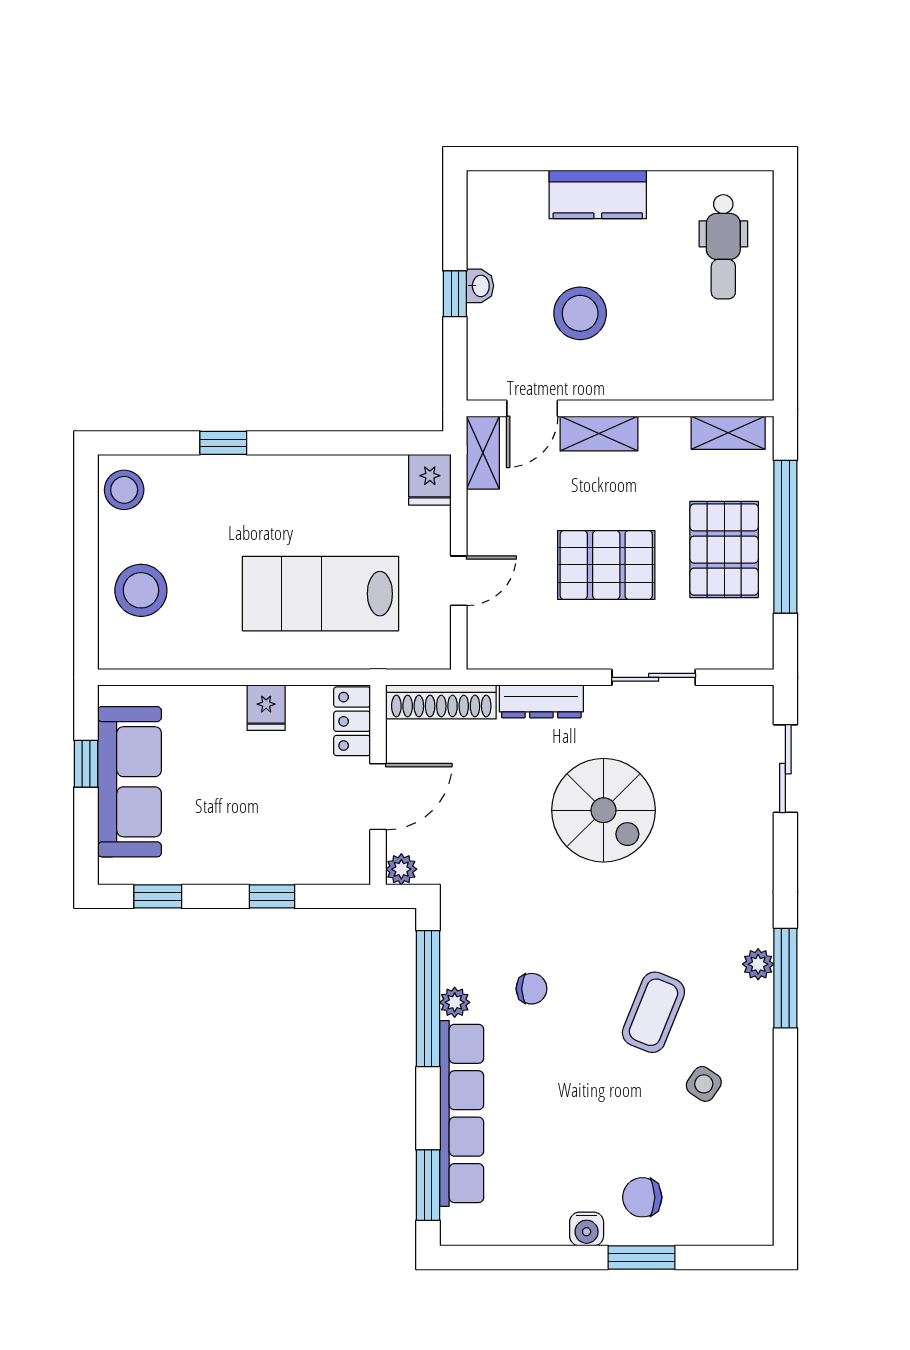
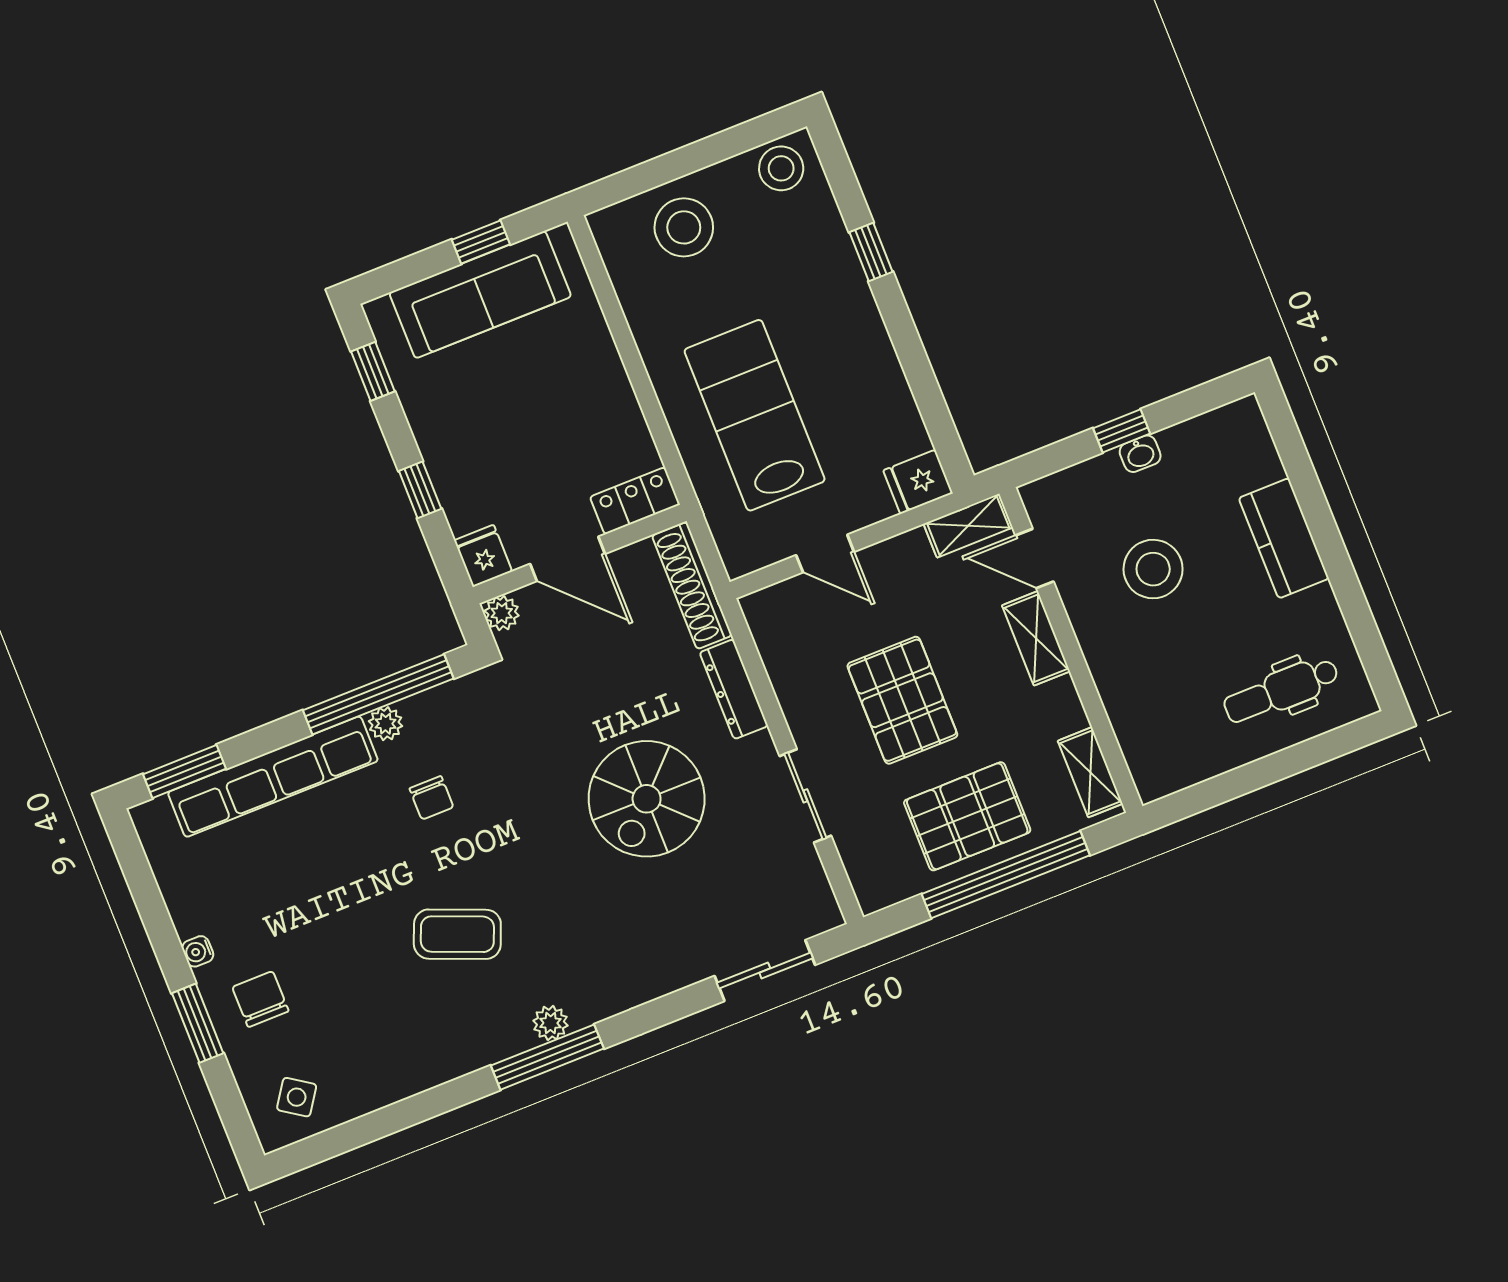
fridge: (266, 708) -> (483, 556), moved, turned 90
side table: (704, 1084) -> (297, 1097), moved
water cooler: (587, 1229) -> (198, 951), width x0.72, depth x0.72

